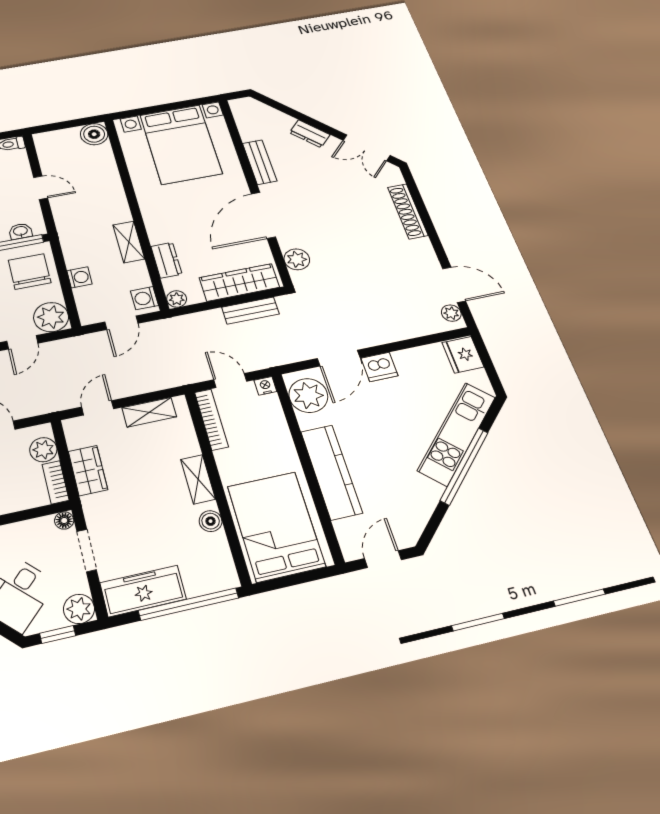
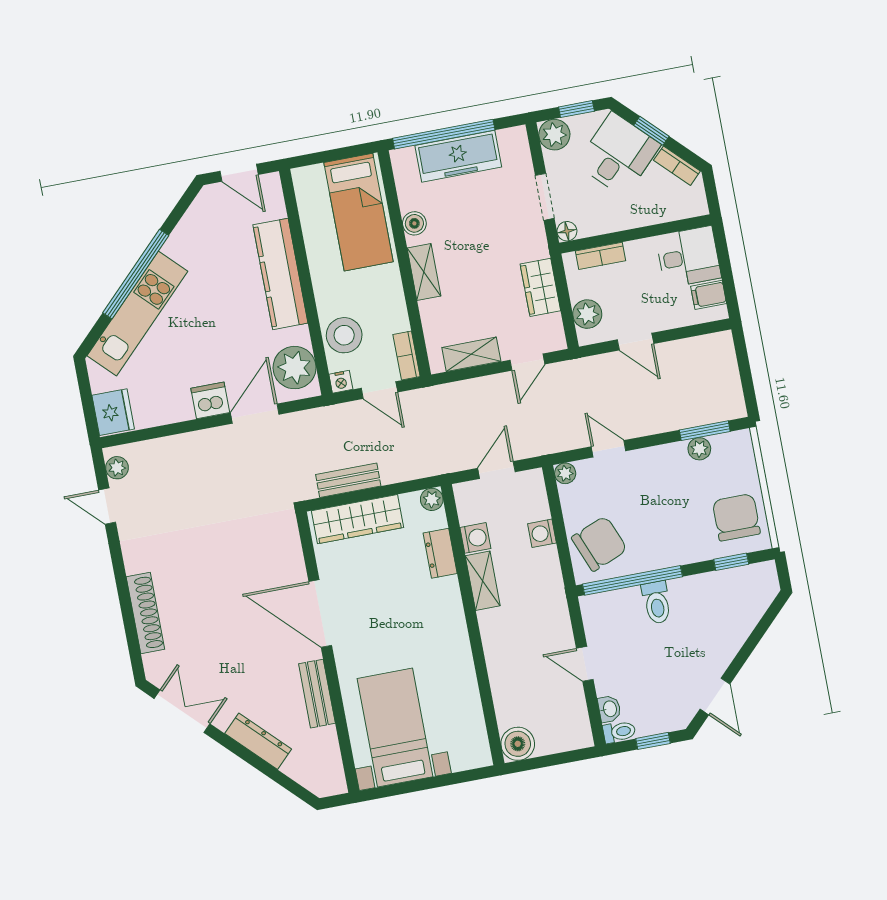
dresser: (310, 134) -> (258, 741), width x1.44
bed with nightstands: (181, 144) -> (395, 728), width x0.73
door: (263, 215) -> (320, 613), swing flipped
washbasin: (20, 231) -> (609, 709), moved, turned -90
plant: (297, 259) -> (287, 549), removed
chair: (30, 272) -> (599, 544), turned -112
door: (454, 285) -> (107, 506), width x0.73
washing machine: (144, 298) -> (475, 538), moved
plant: (51, 317) -> (565, 473), width x0.53, depth x0.53
door: (22, 342) -> (609, 449), hinge flipped
bookcase: (211, 419) -> (407, 355), width x0.64
stool: (267, 423) -> (344, 335), added
bookcase: (56, 482) -> (600, 256), moved, turned 90
bed: (276, 526) -> (358, 212), width x0.67
door: (383, 559) -> (239, 173), hinge flipped
freezer: (143, 591) -> (458, 156), moved

